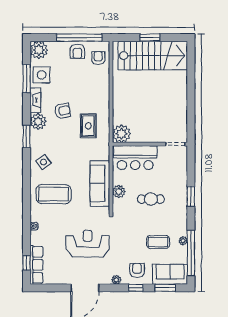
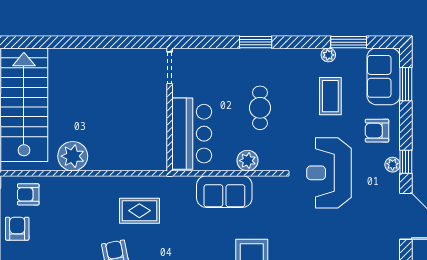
armchair: (77, 51) -> (17, 229), turned -90
plant: (121, 134) -> (73, 156), moved
sofa: (100, 183) -> (224, 192), width x0.73
reception desk: (88, 244) -> (329, 173), moved
window: (191, 253) -> (349, 42), width x0.47
window: (136, 288) -> (406, 162), moved

